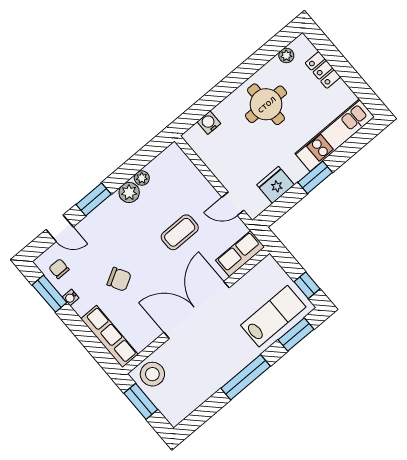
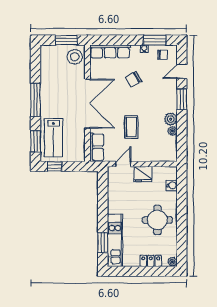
plant: (286, 56) -> (172, 262), moved
window: (315, 177) -> (103, 242), moved
fridge: (276, 185) -> (143, 174), moved, turned 90

